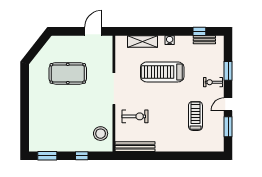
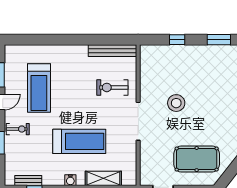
pool table: (68, 73) -> (197, 159), moved
treadmill: (195, 116) -> (39, 88), width x1.37, depth x1.38
stool: (101, 134) -> (176, 103), moved

